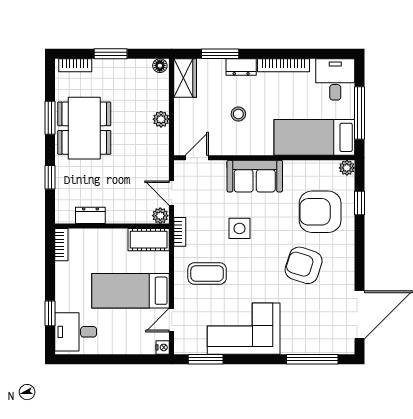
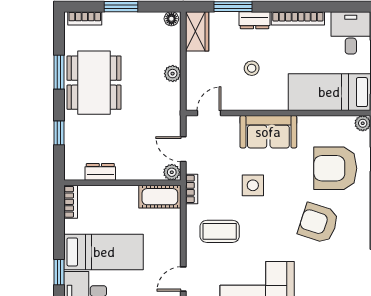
bed: (131, 291) -> (104, 252), moved, turned 180

